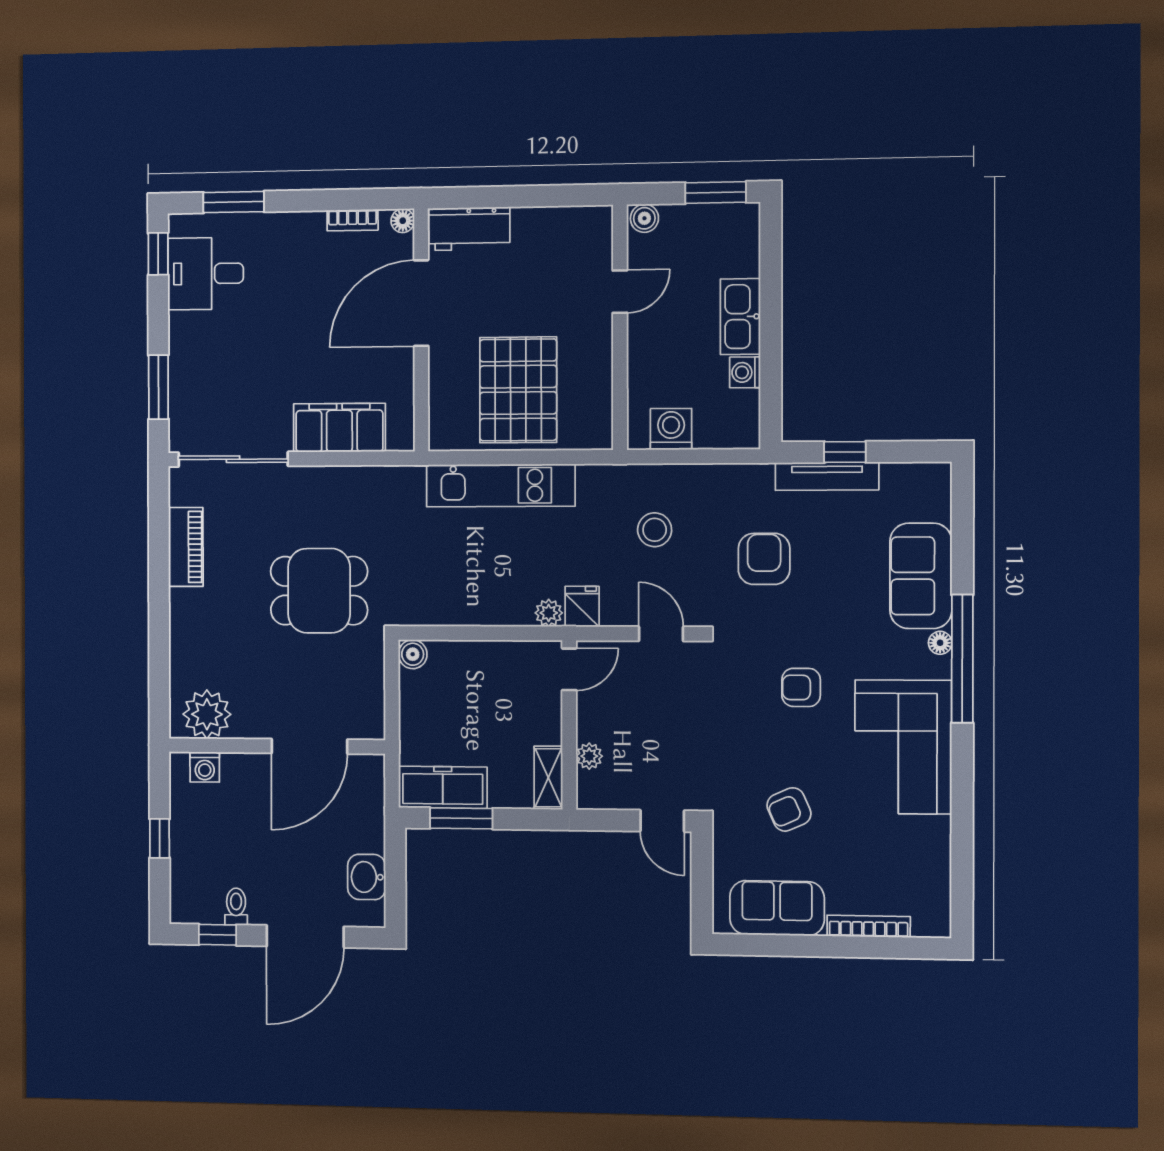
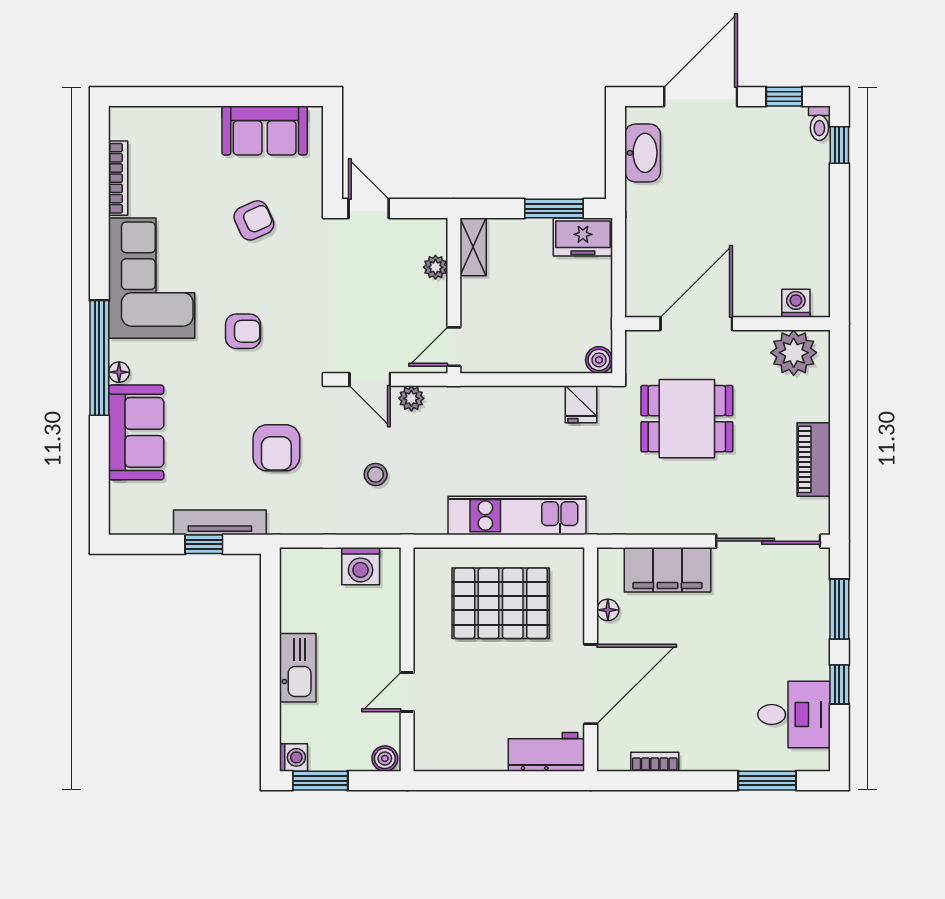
floor lamp: (403, 221) -> (608, 610), moved
window: (158, 254) -> (839, 684), moved
washing machine: (745, 372) -> (294, 757), moved
pallet: (518, 390) -> (501, 603), turned 90
stool: (655, 530) -> (376, 474), width x0.73, depth x0.73
fridge: (582, 607) -> (581, 404), moved
plant: (549, 613) -> (411, 398), moved
plant: (207, 714) -> (794, 353), moved
wall: (277, 746) -> (727, 324), moved
door: (309, 746) -> (696, 324), moved
washing machine: (205, 767) -> (796, 303), moved
freezer: (443, 787) -> (583, 237), width x0.71
window: (160, 838) -> (839, 145), moved
washbasin: (367, 877) -> (643, 153), width x1.38
toilet: (236, 907) -> (819, 123), moved
bookcase: (869, 926) -> (118, 178), moved, turned -90

